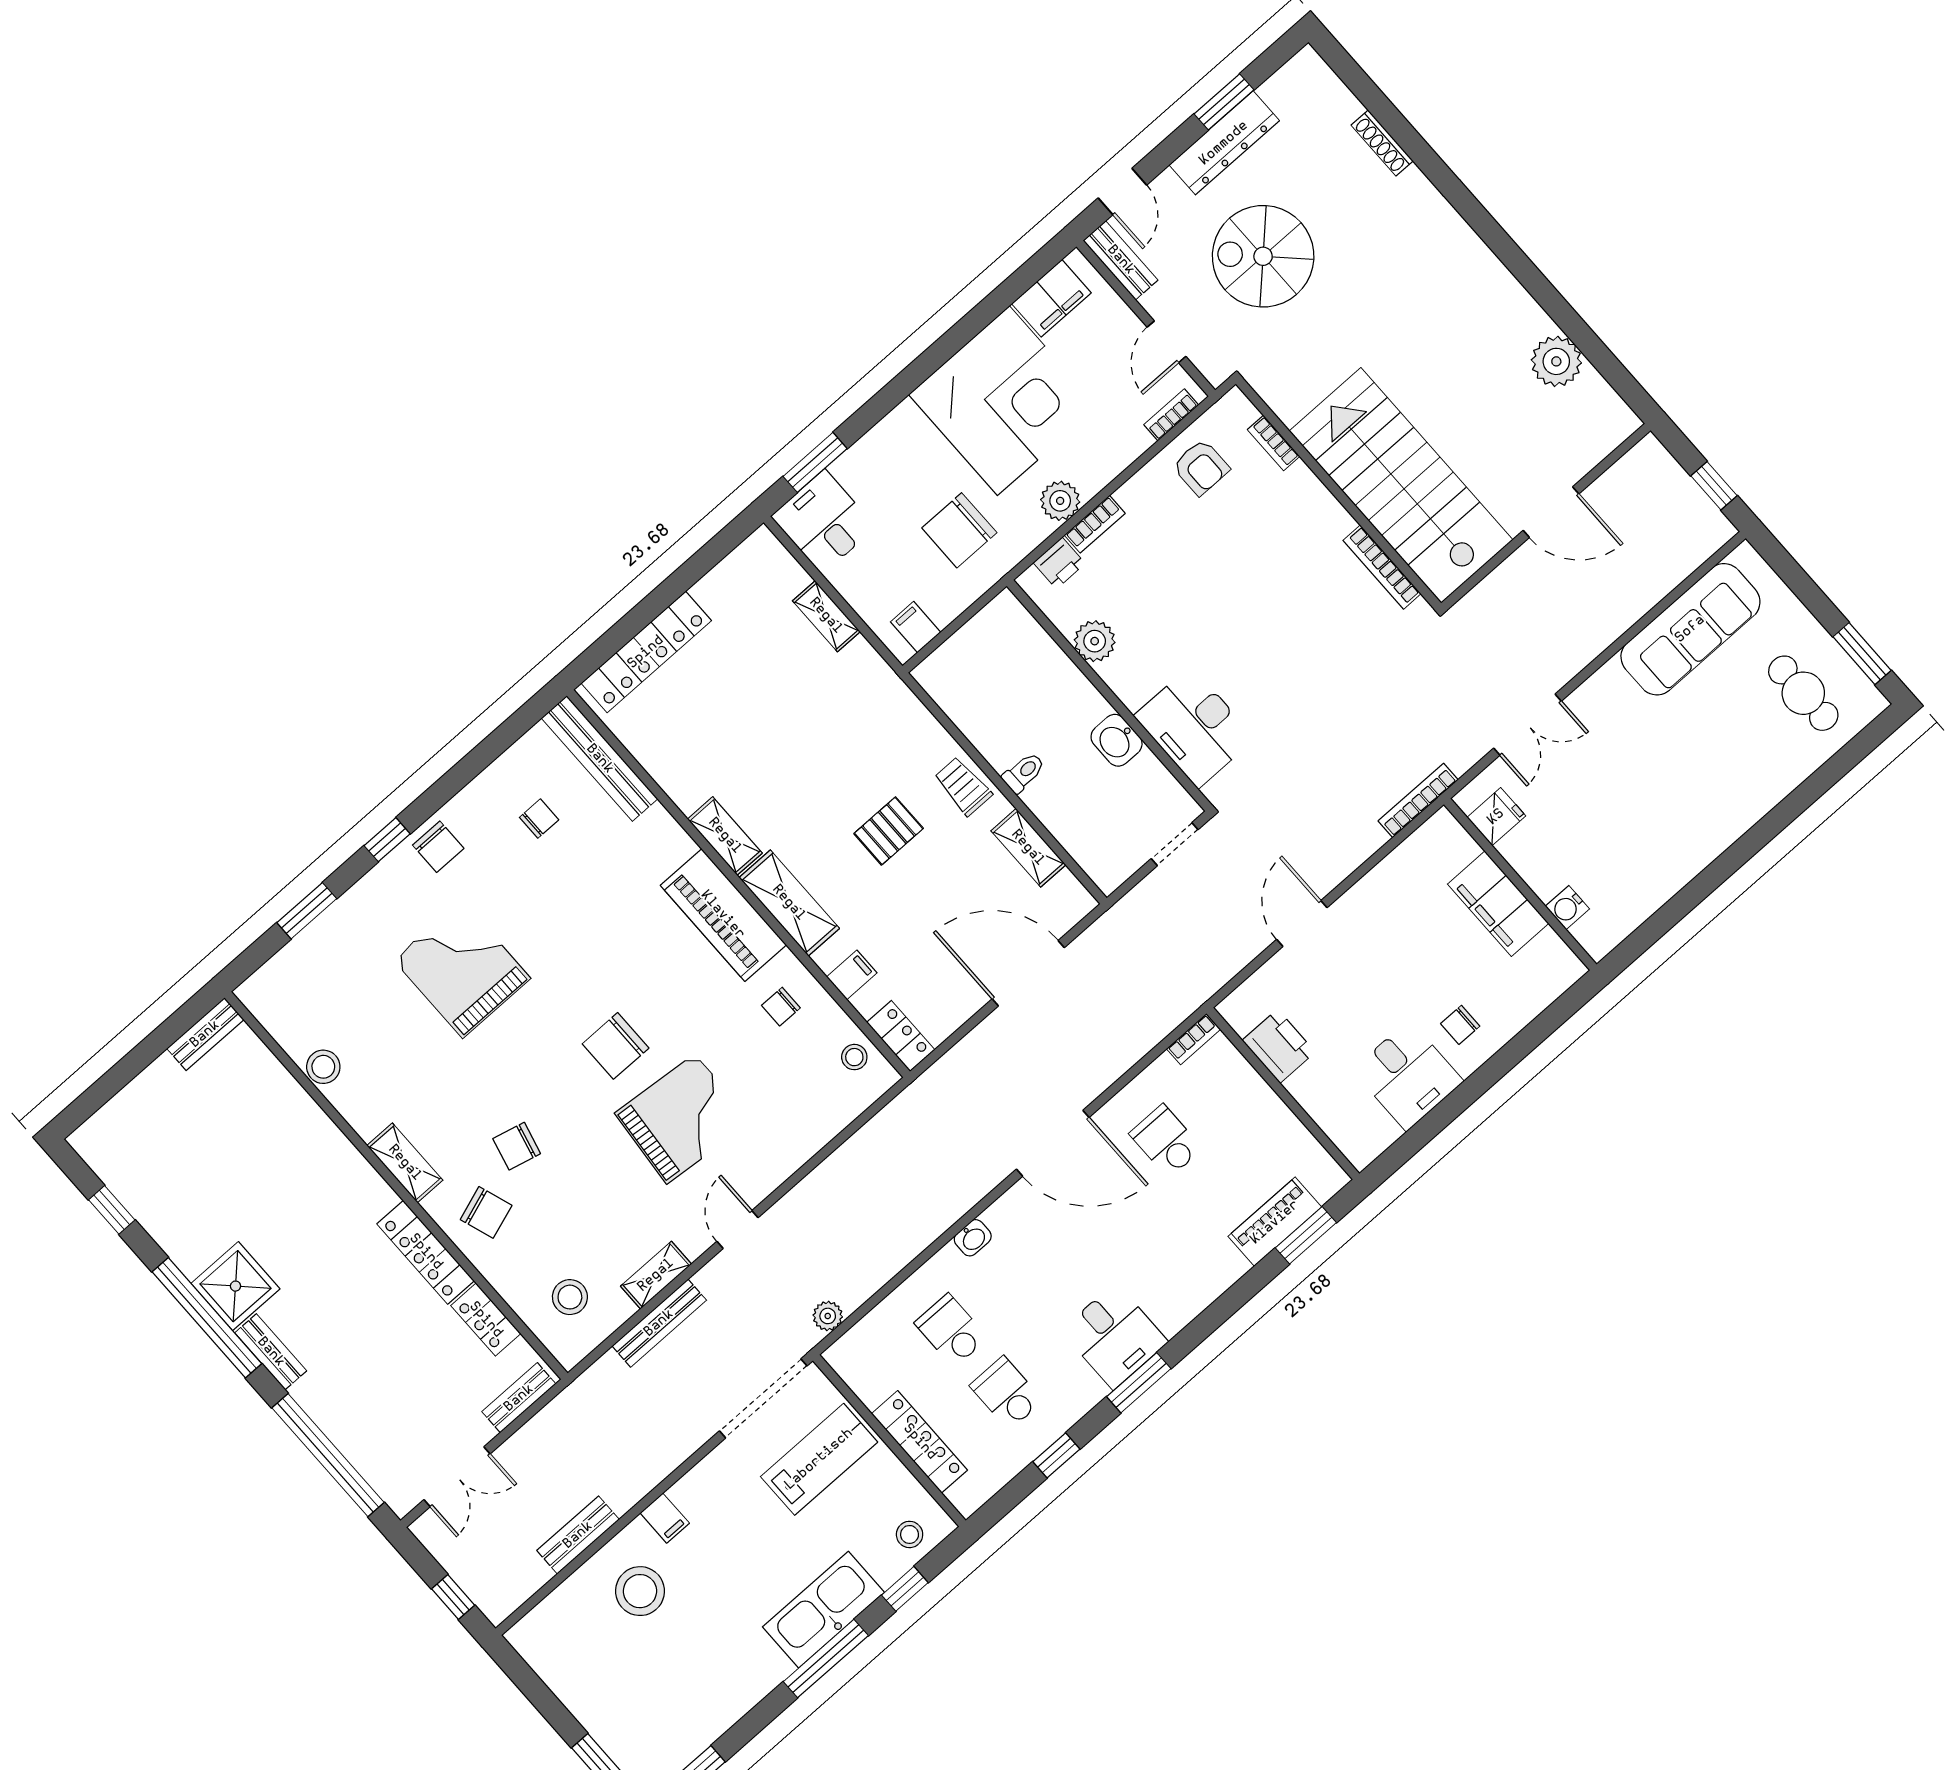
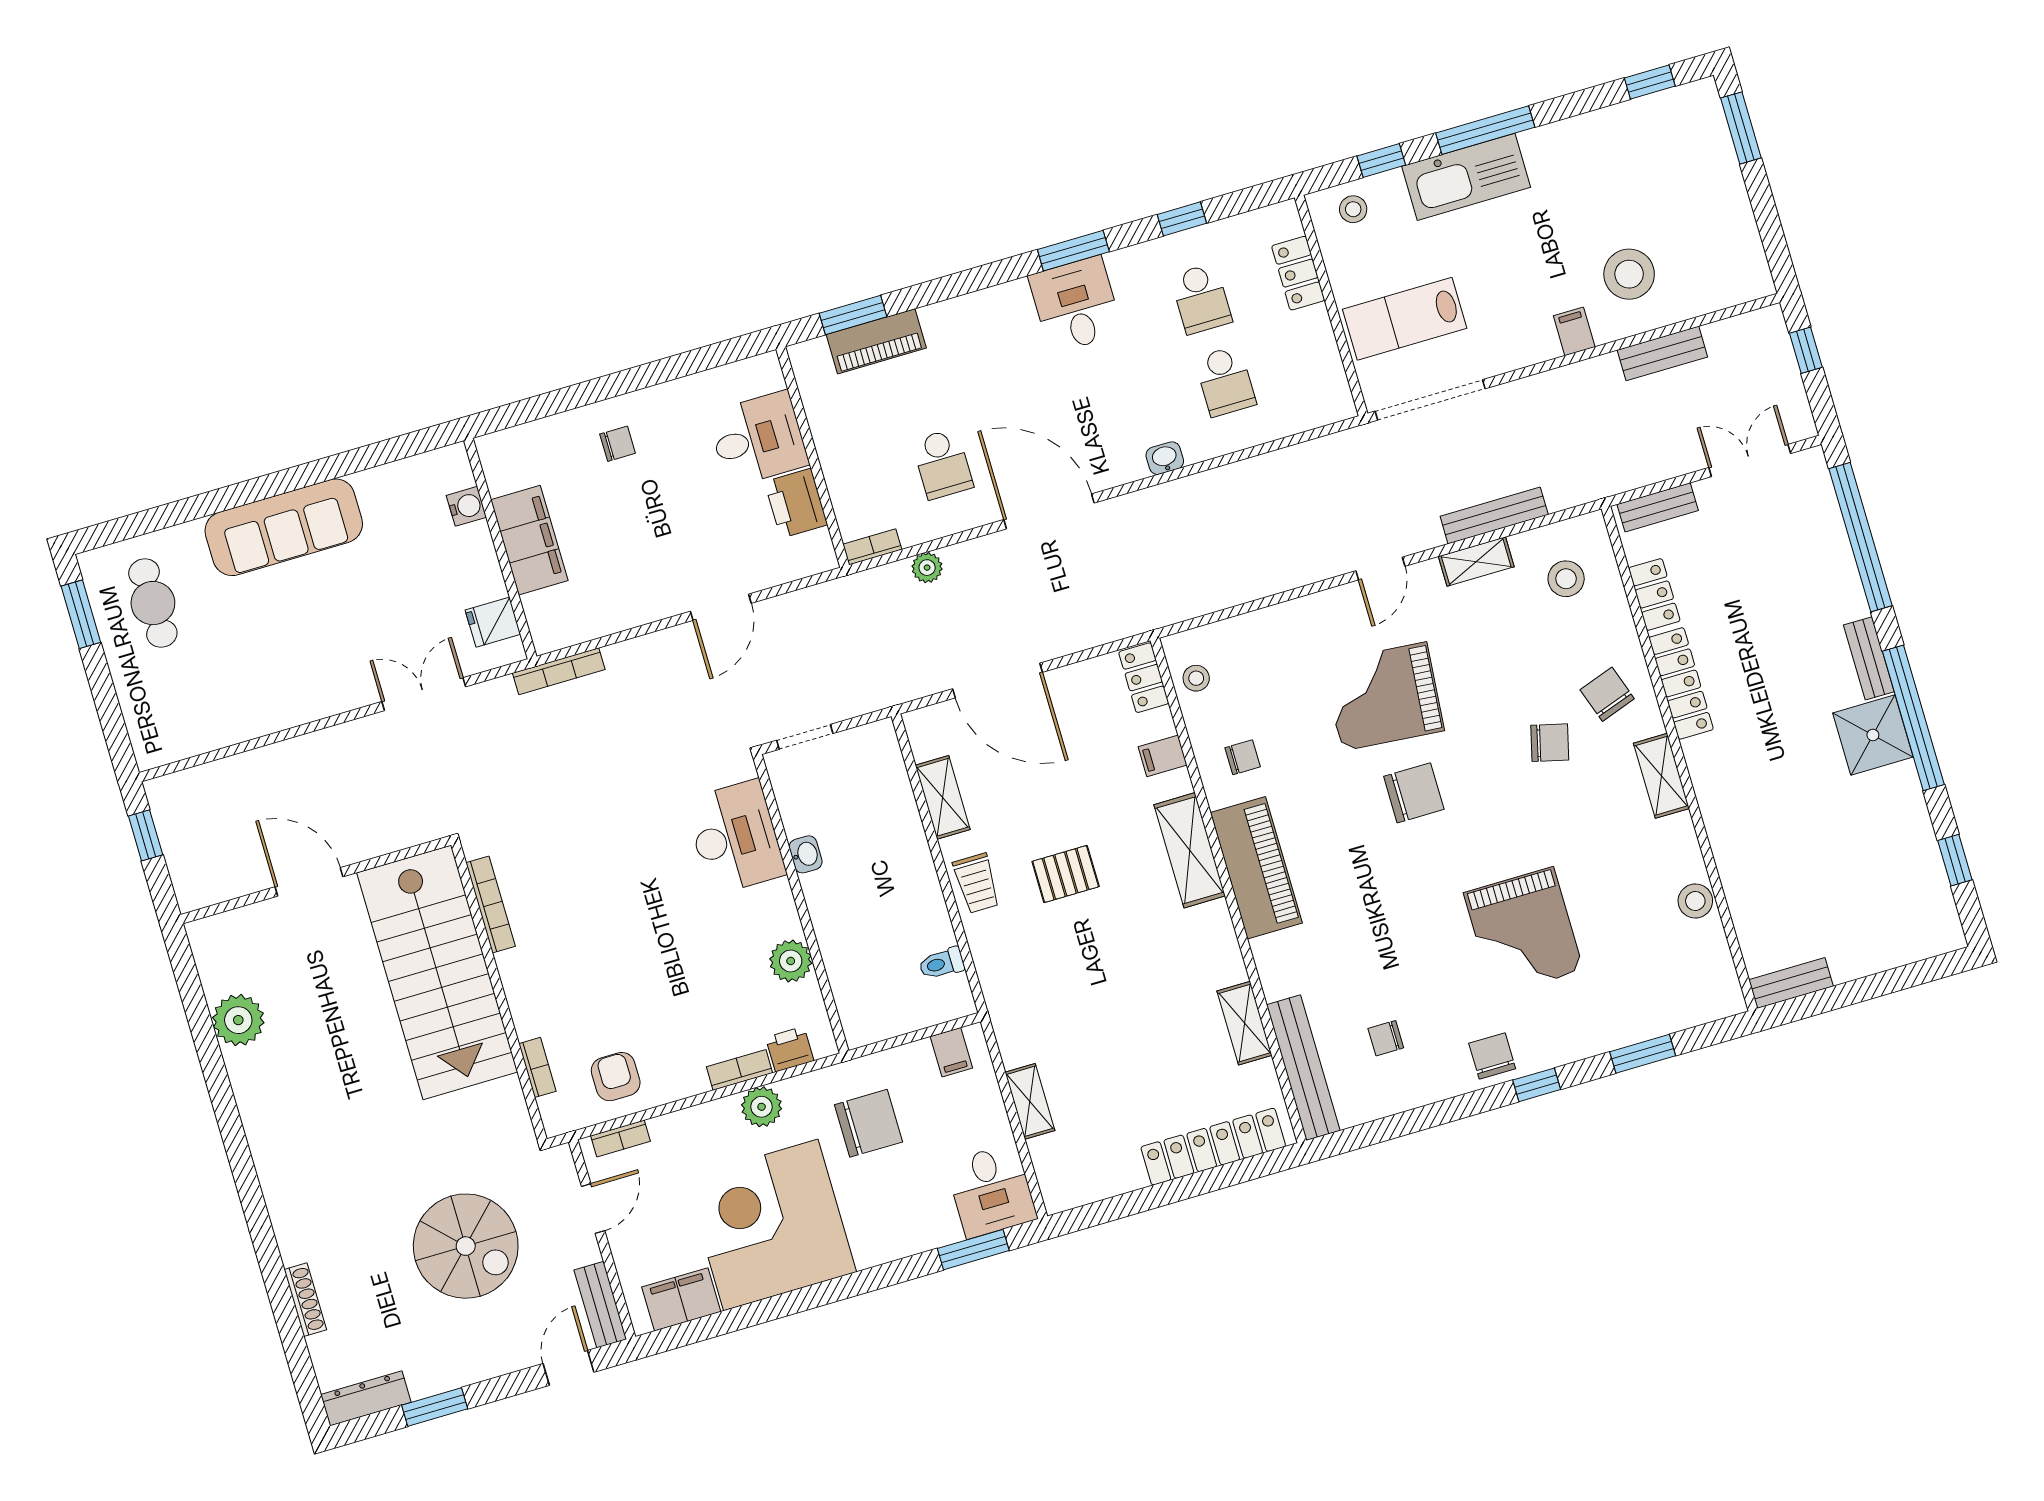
dresser: (1224, 143) -> (366, 1398), moved, width x0.73, depth x0.80
sofa: (1690, 629) -> (284, 527), moved, turned 180
washbasin: (1117, 740) -> (806, 854), width x0.72, depth x0.69
toilet: (1024, 773) -> (942, 963), moved
shelving: (725, 836) -> (1245, 1023), moved
desk: (1408, 1075) -> (758, 439), moved, turned 90
plant: (828, 1316) -> (927, 568), moved
locker: (920, 1442) -> (1298, 273), width x0.66

